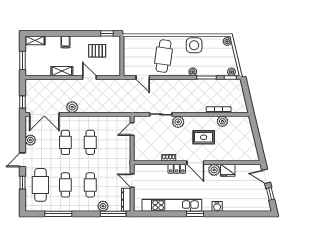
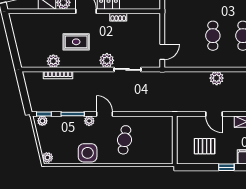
window: (107, 33) -> (226, 167), moved
cafe table: (164, 56) -> (124, 140), width x0.73, depth x0.74
door: (143, 78) -> (104, 114), moved
plant: (72, 107) -> (217, 78), moved

